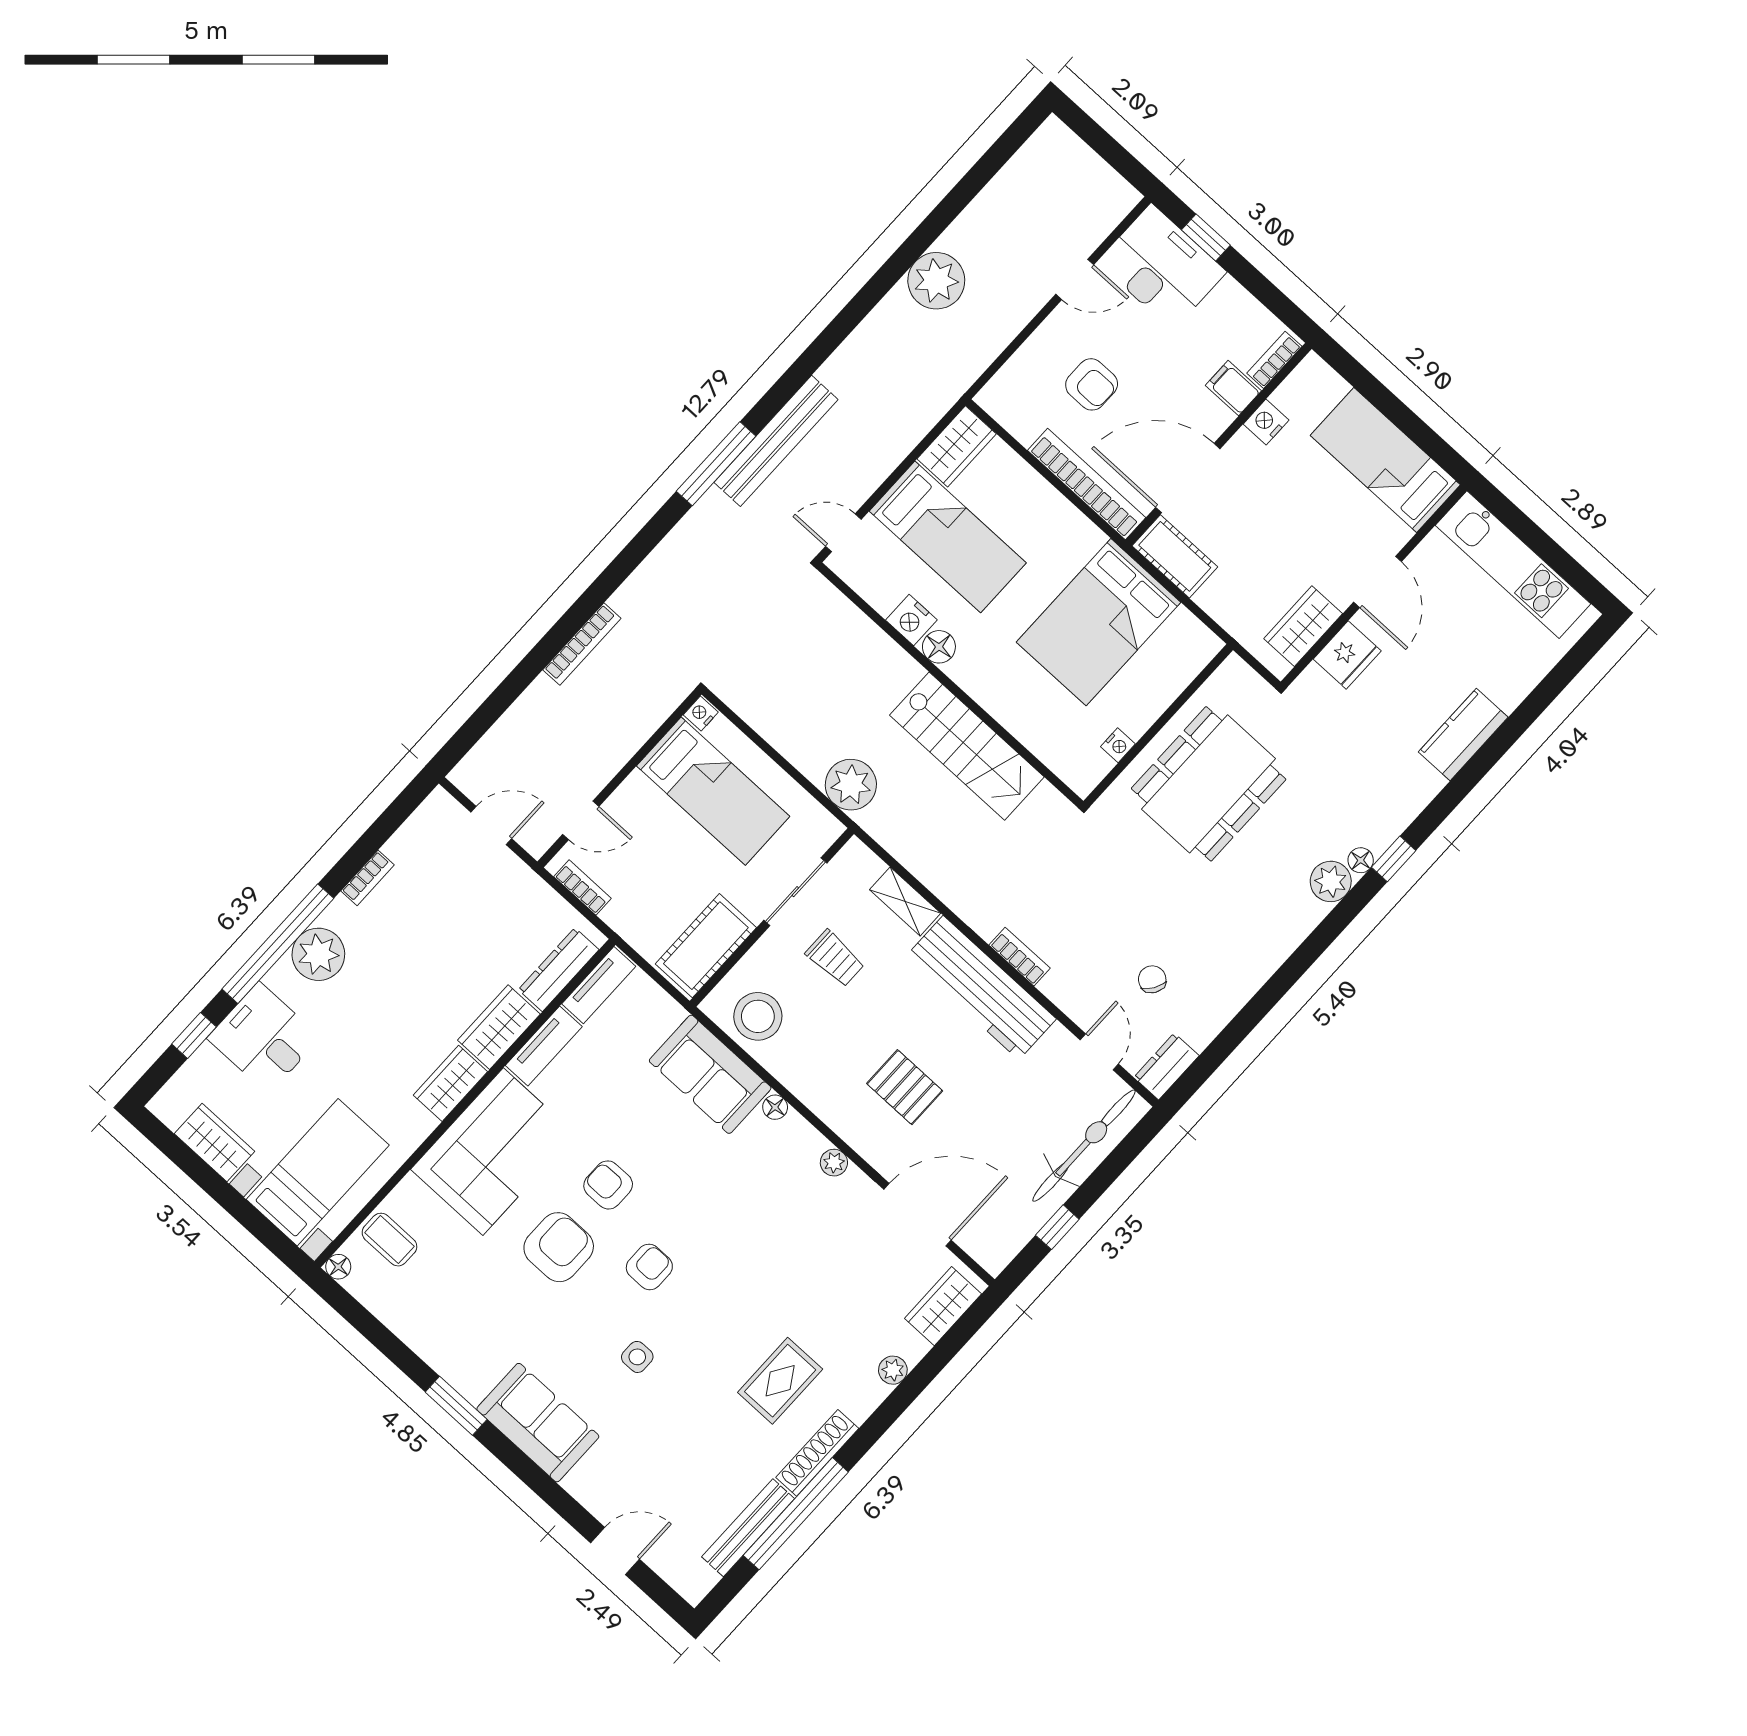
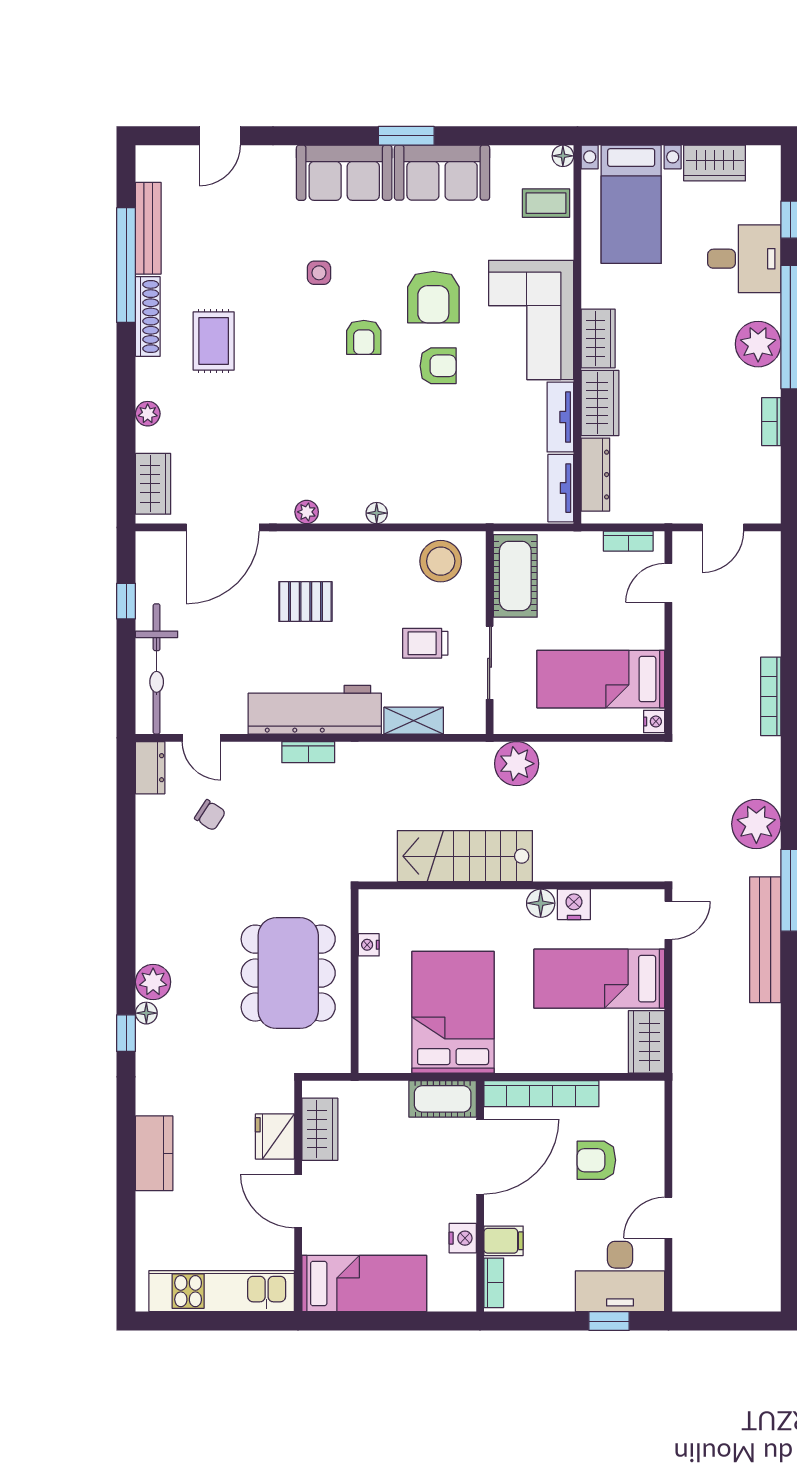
plant: (936, 281) -> (756, 824), moved
sofa: (710, 1074) -> (442, 173), moved, turned 180

